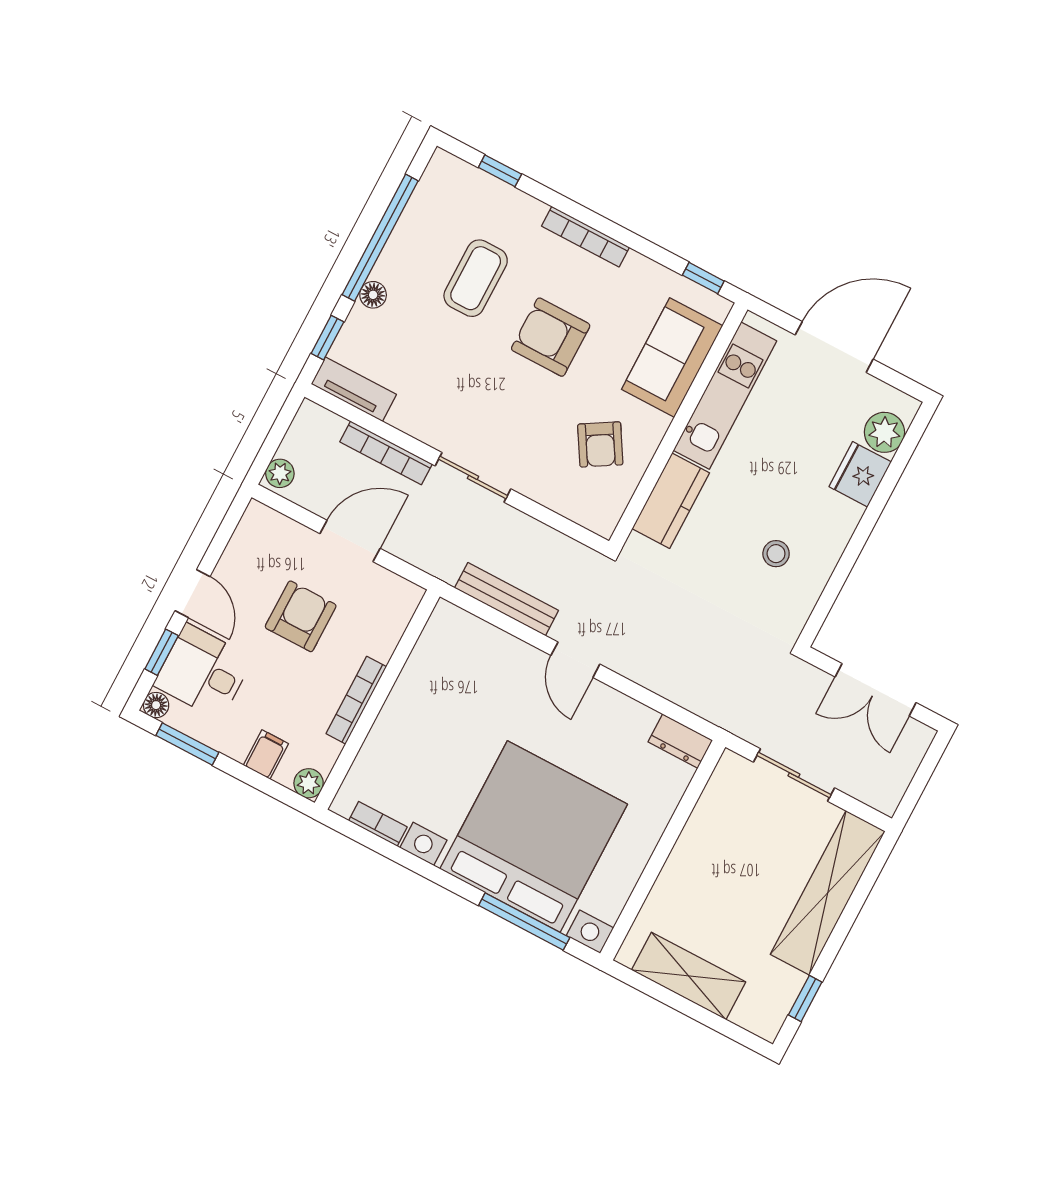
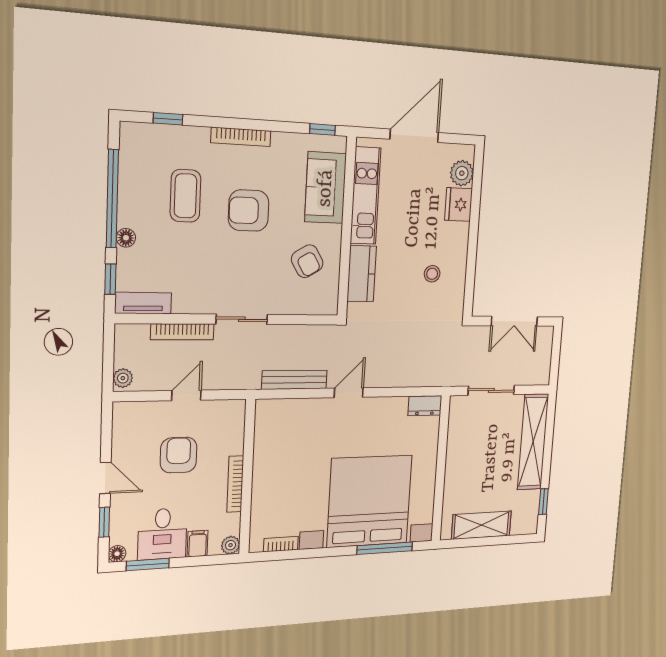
door: (350, 541) -> (186, 395), width x0.73
door: (575, 660) -> (349, 393), swing flipped
desk: (203, 672) -> (162, 534), moved, turned -90

